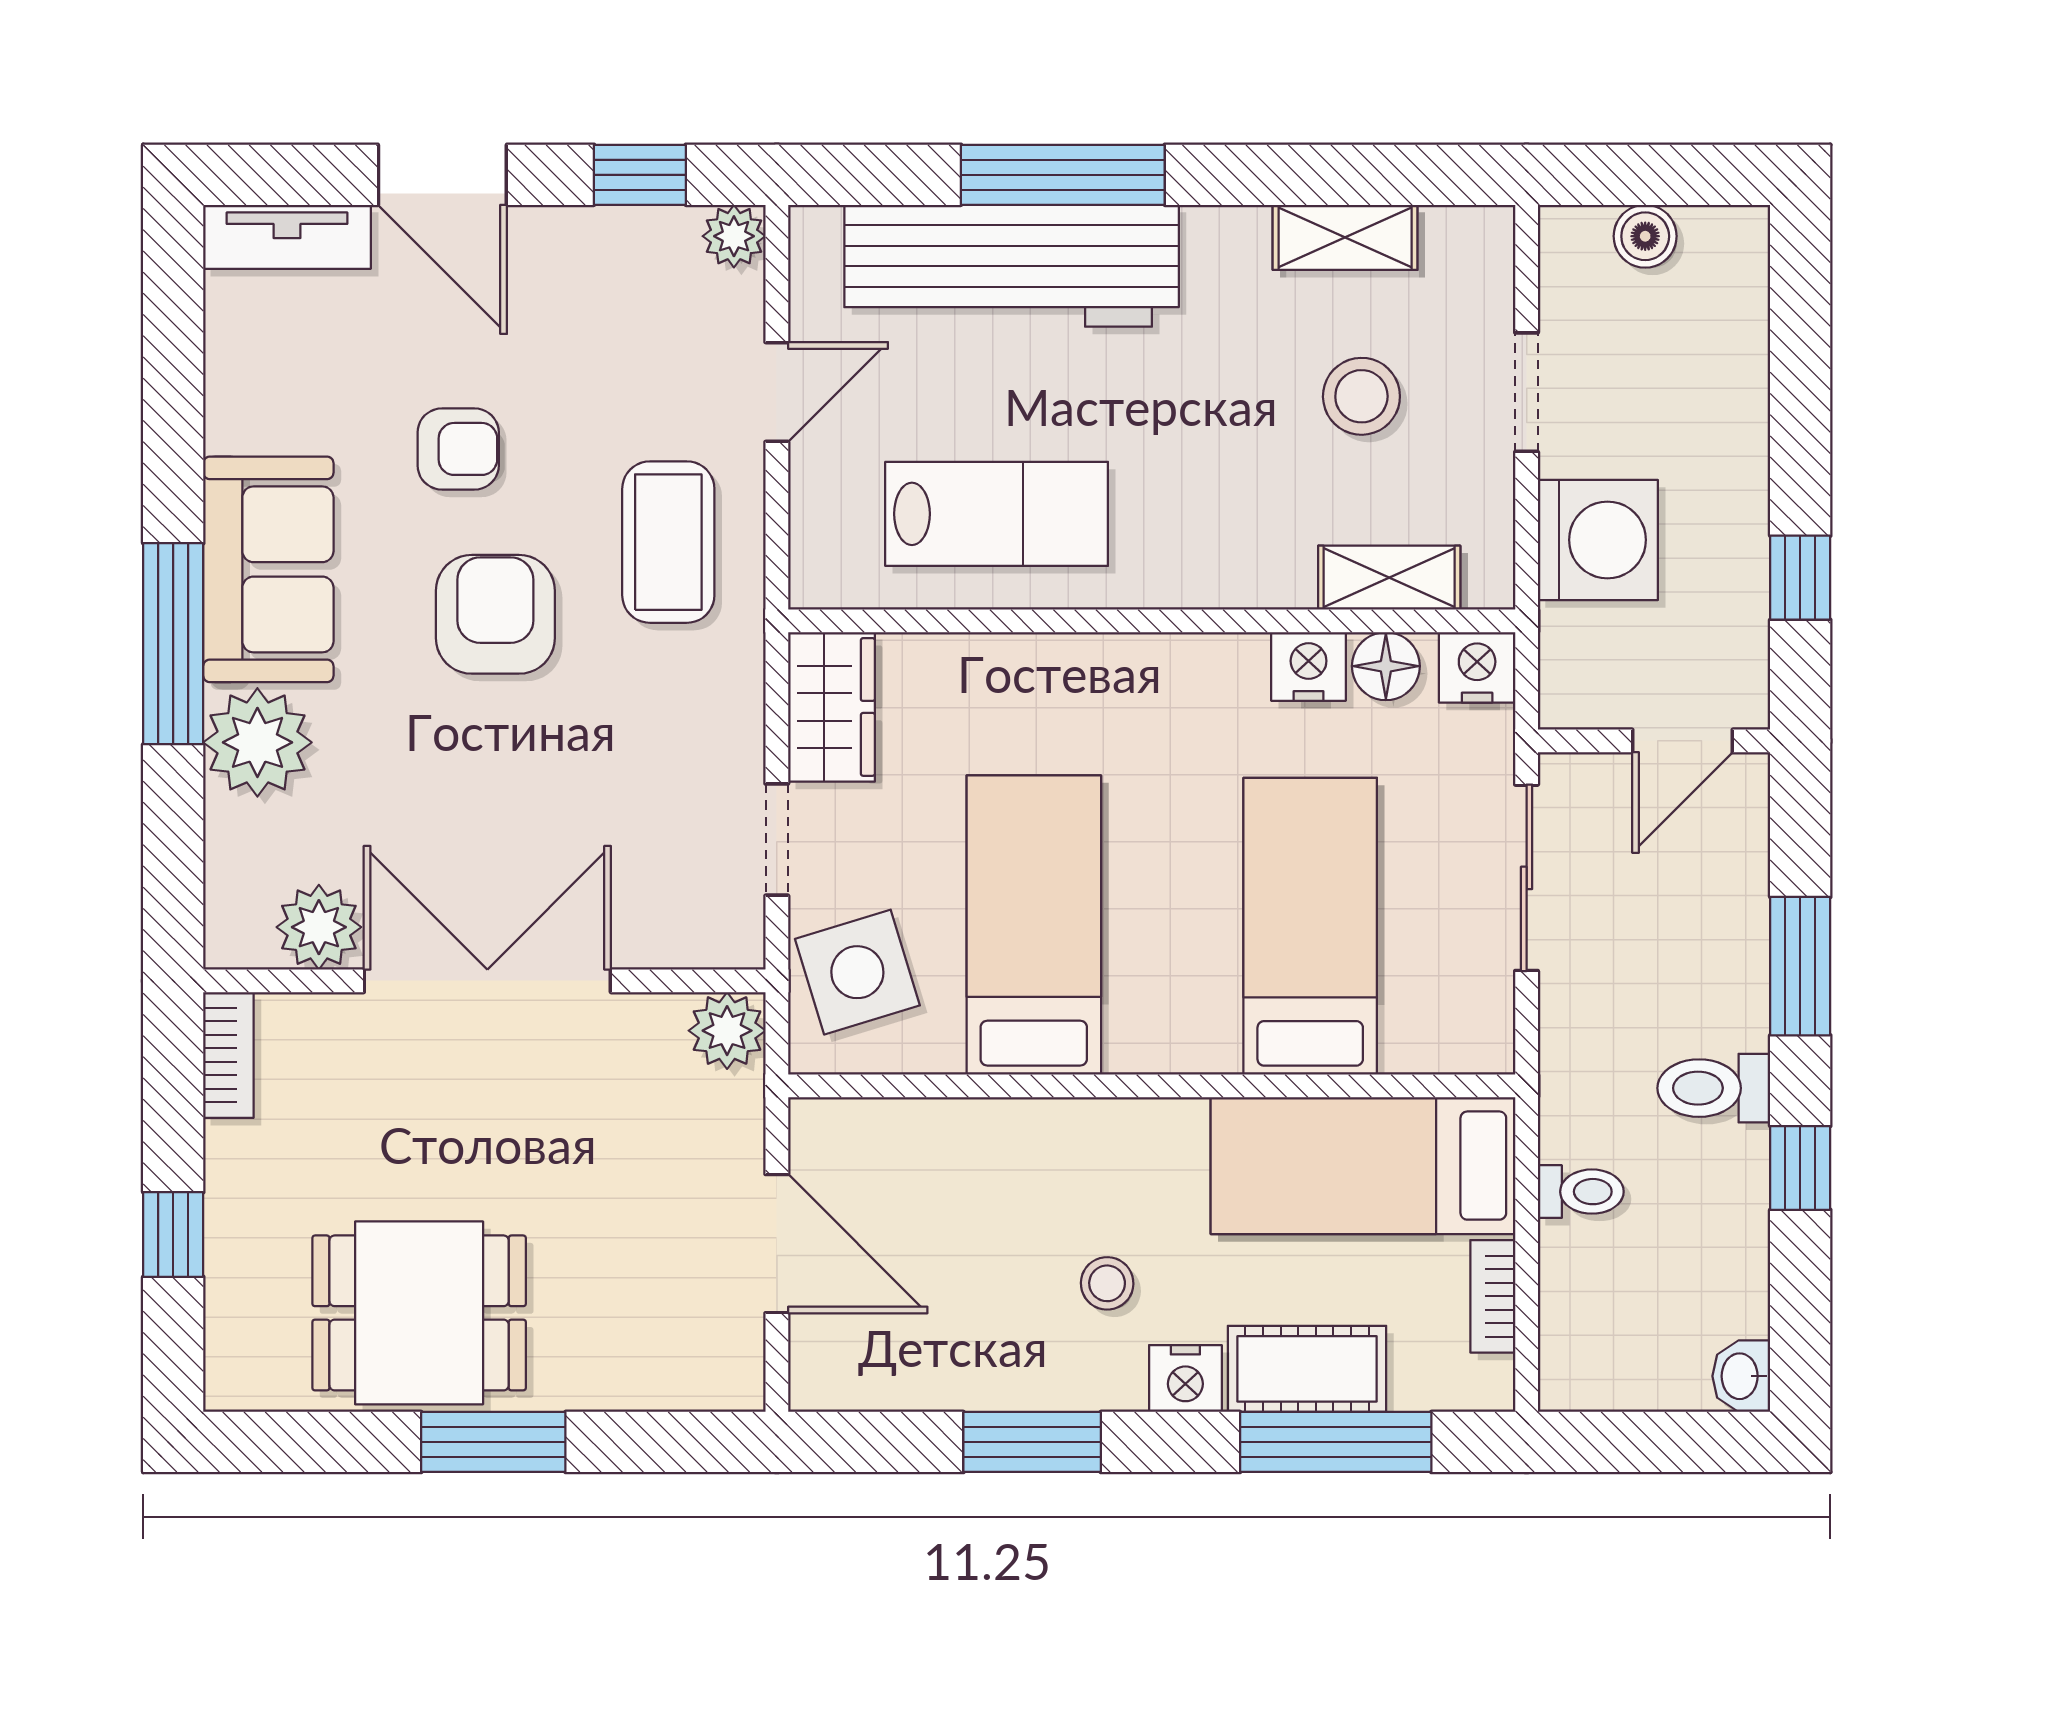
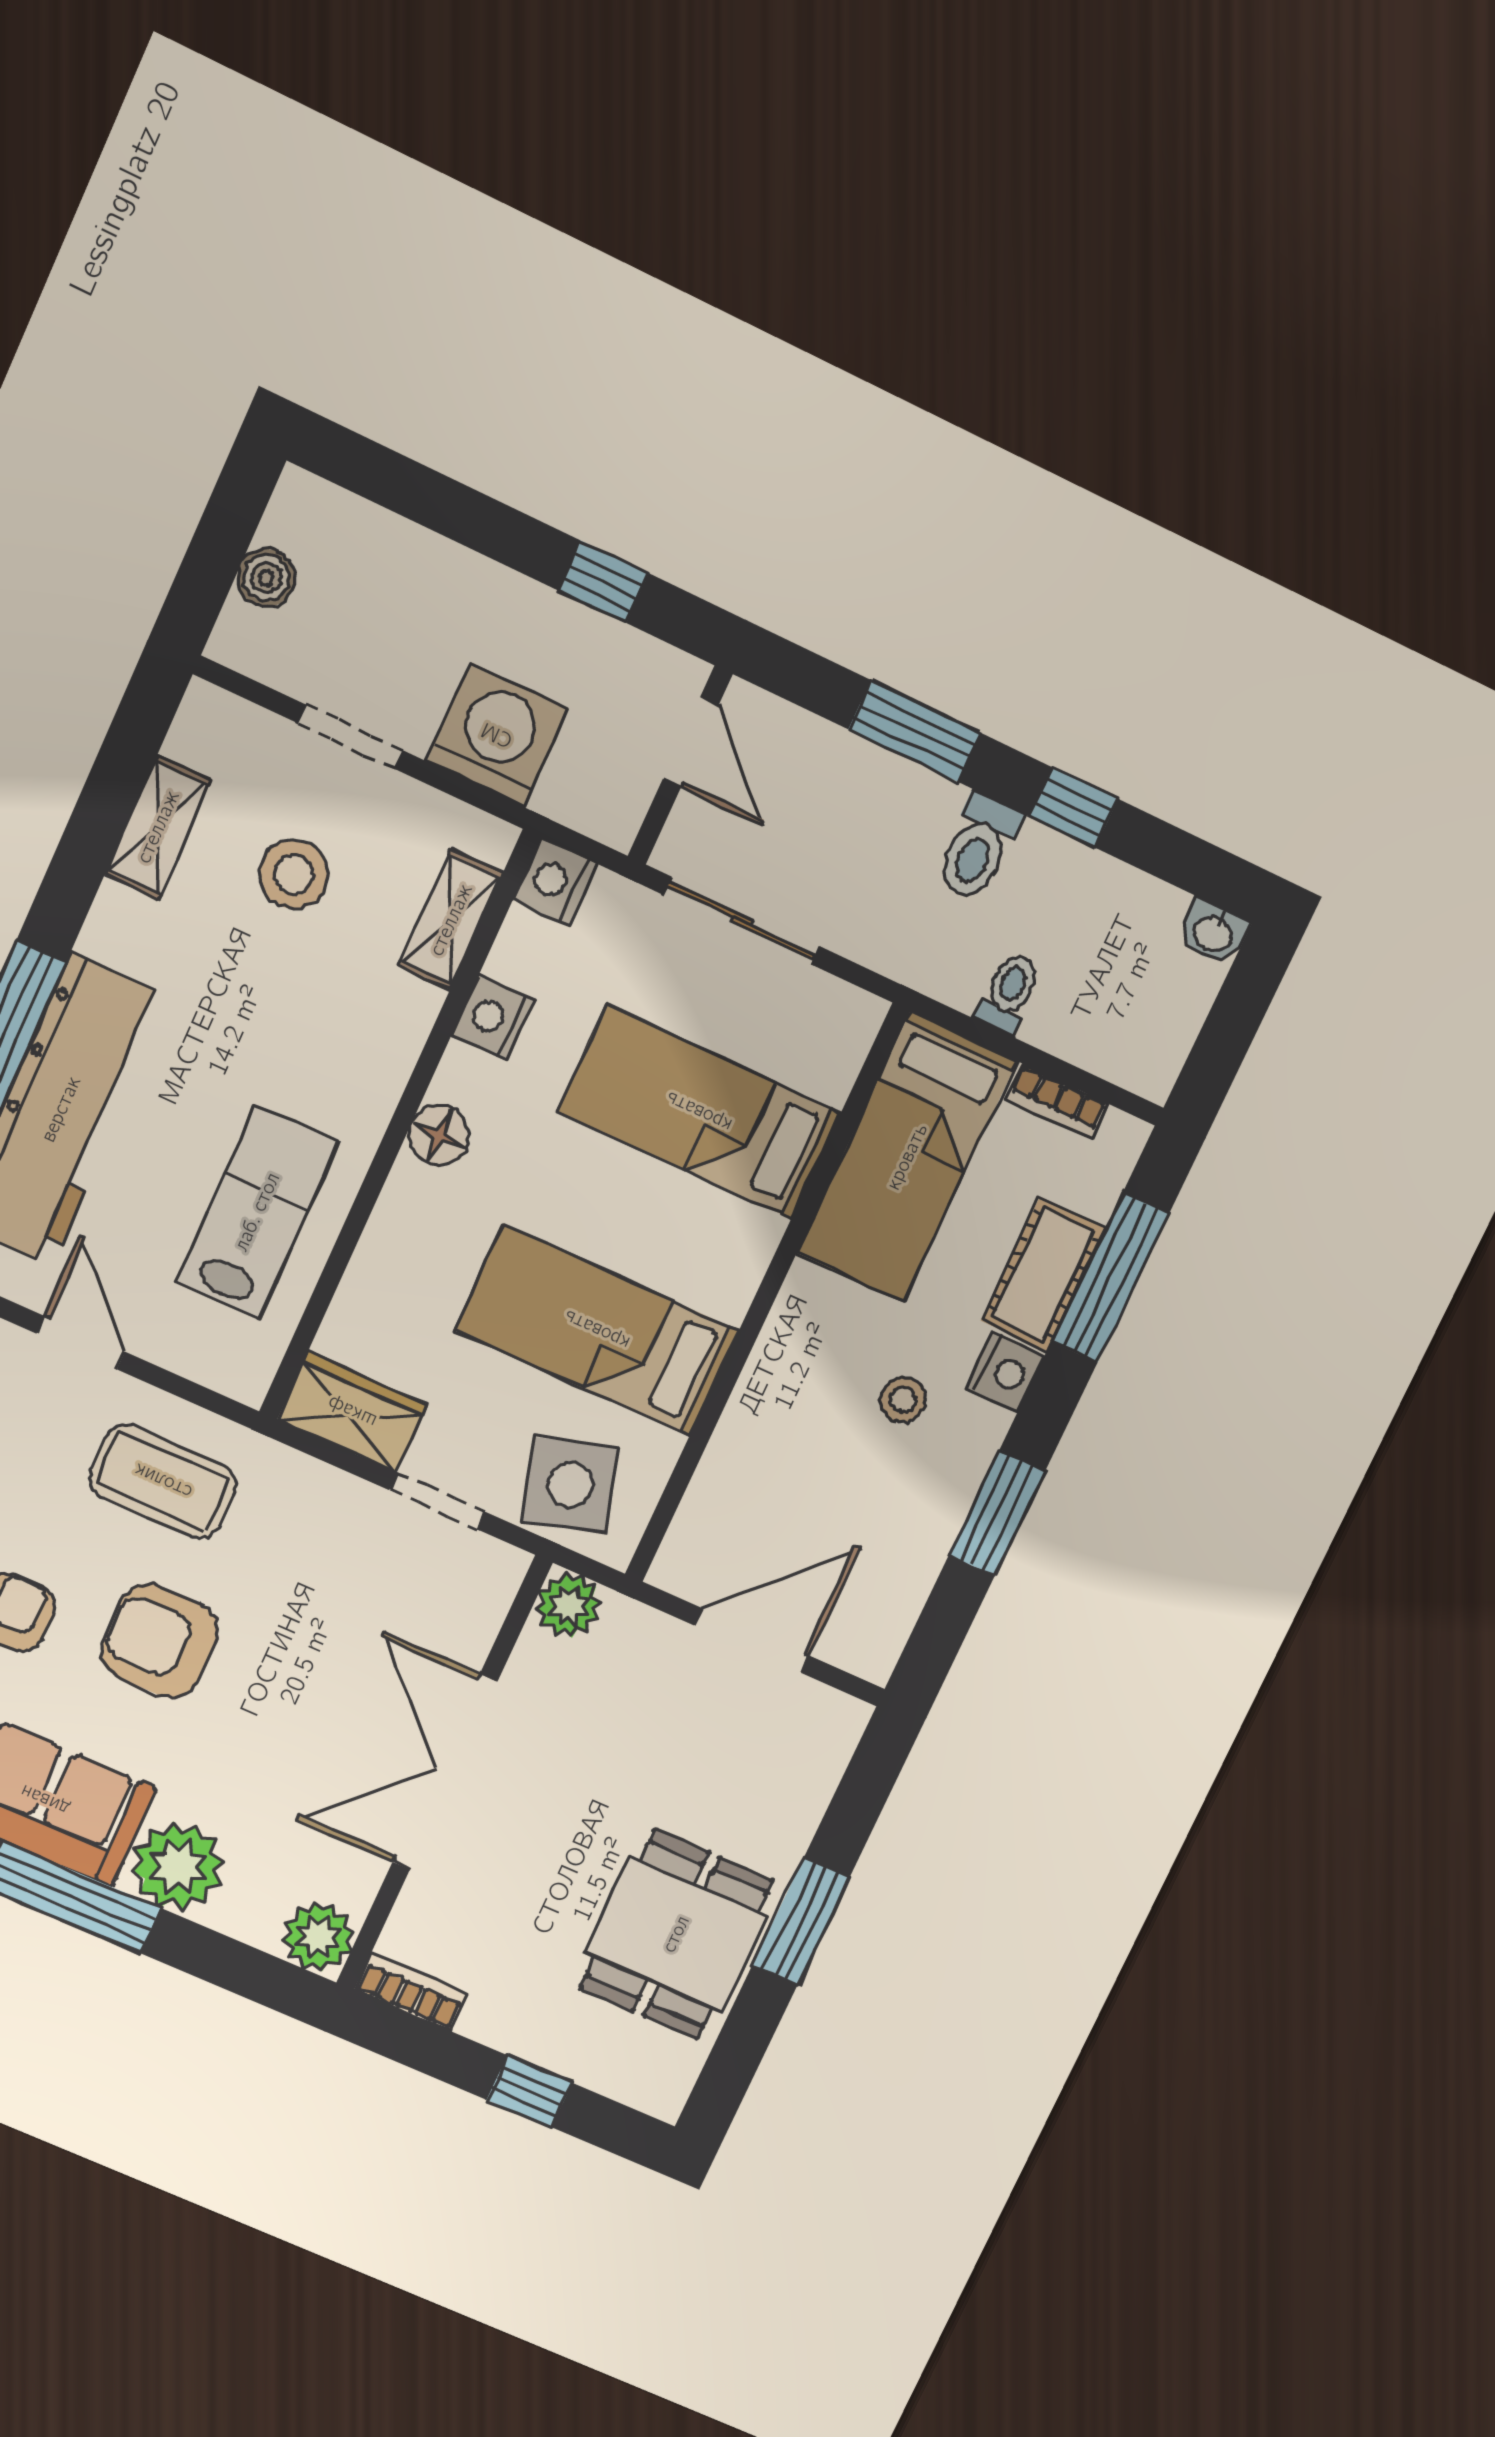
floor lamp: (1386, 666) -> (439, 1135), moved
plant: (319, 927) -> (318, 1937), moved

